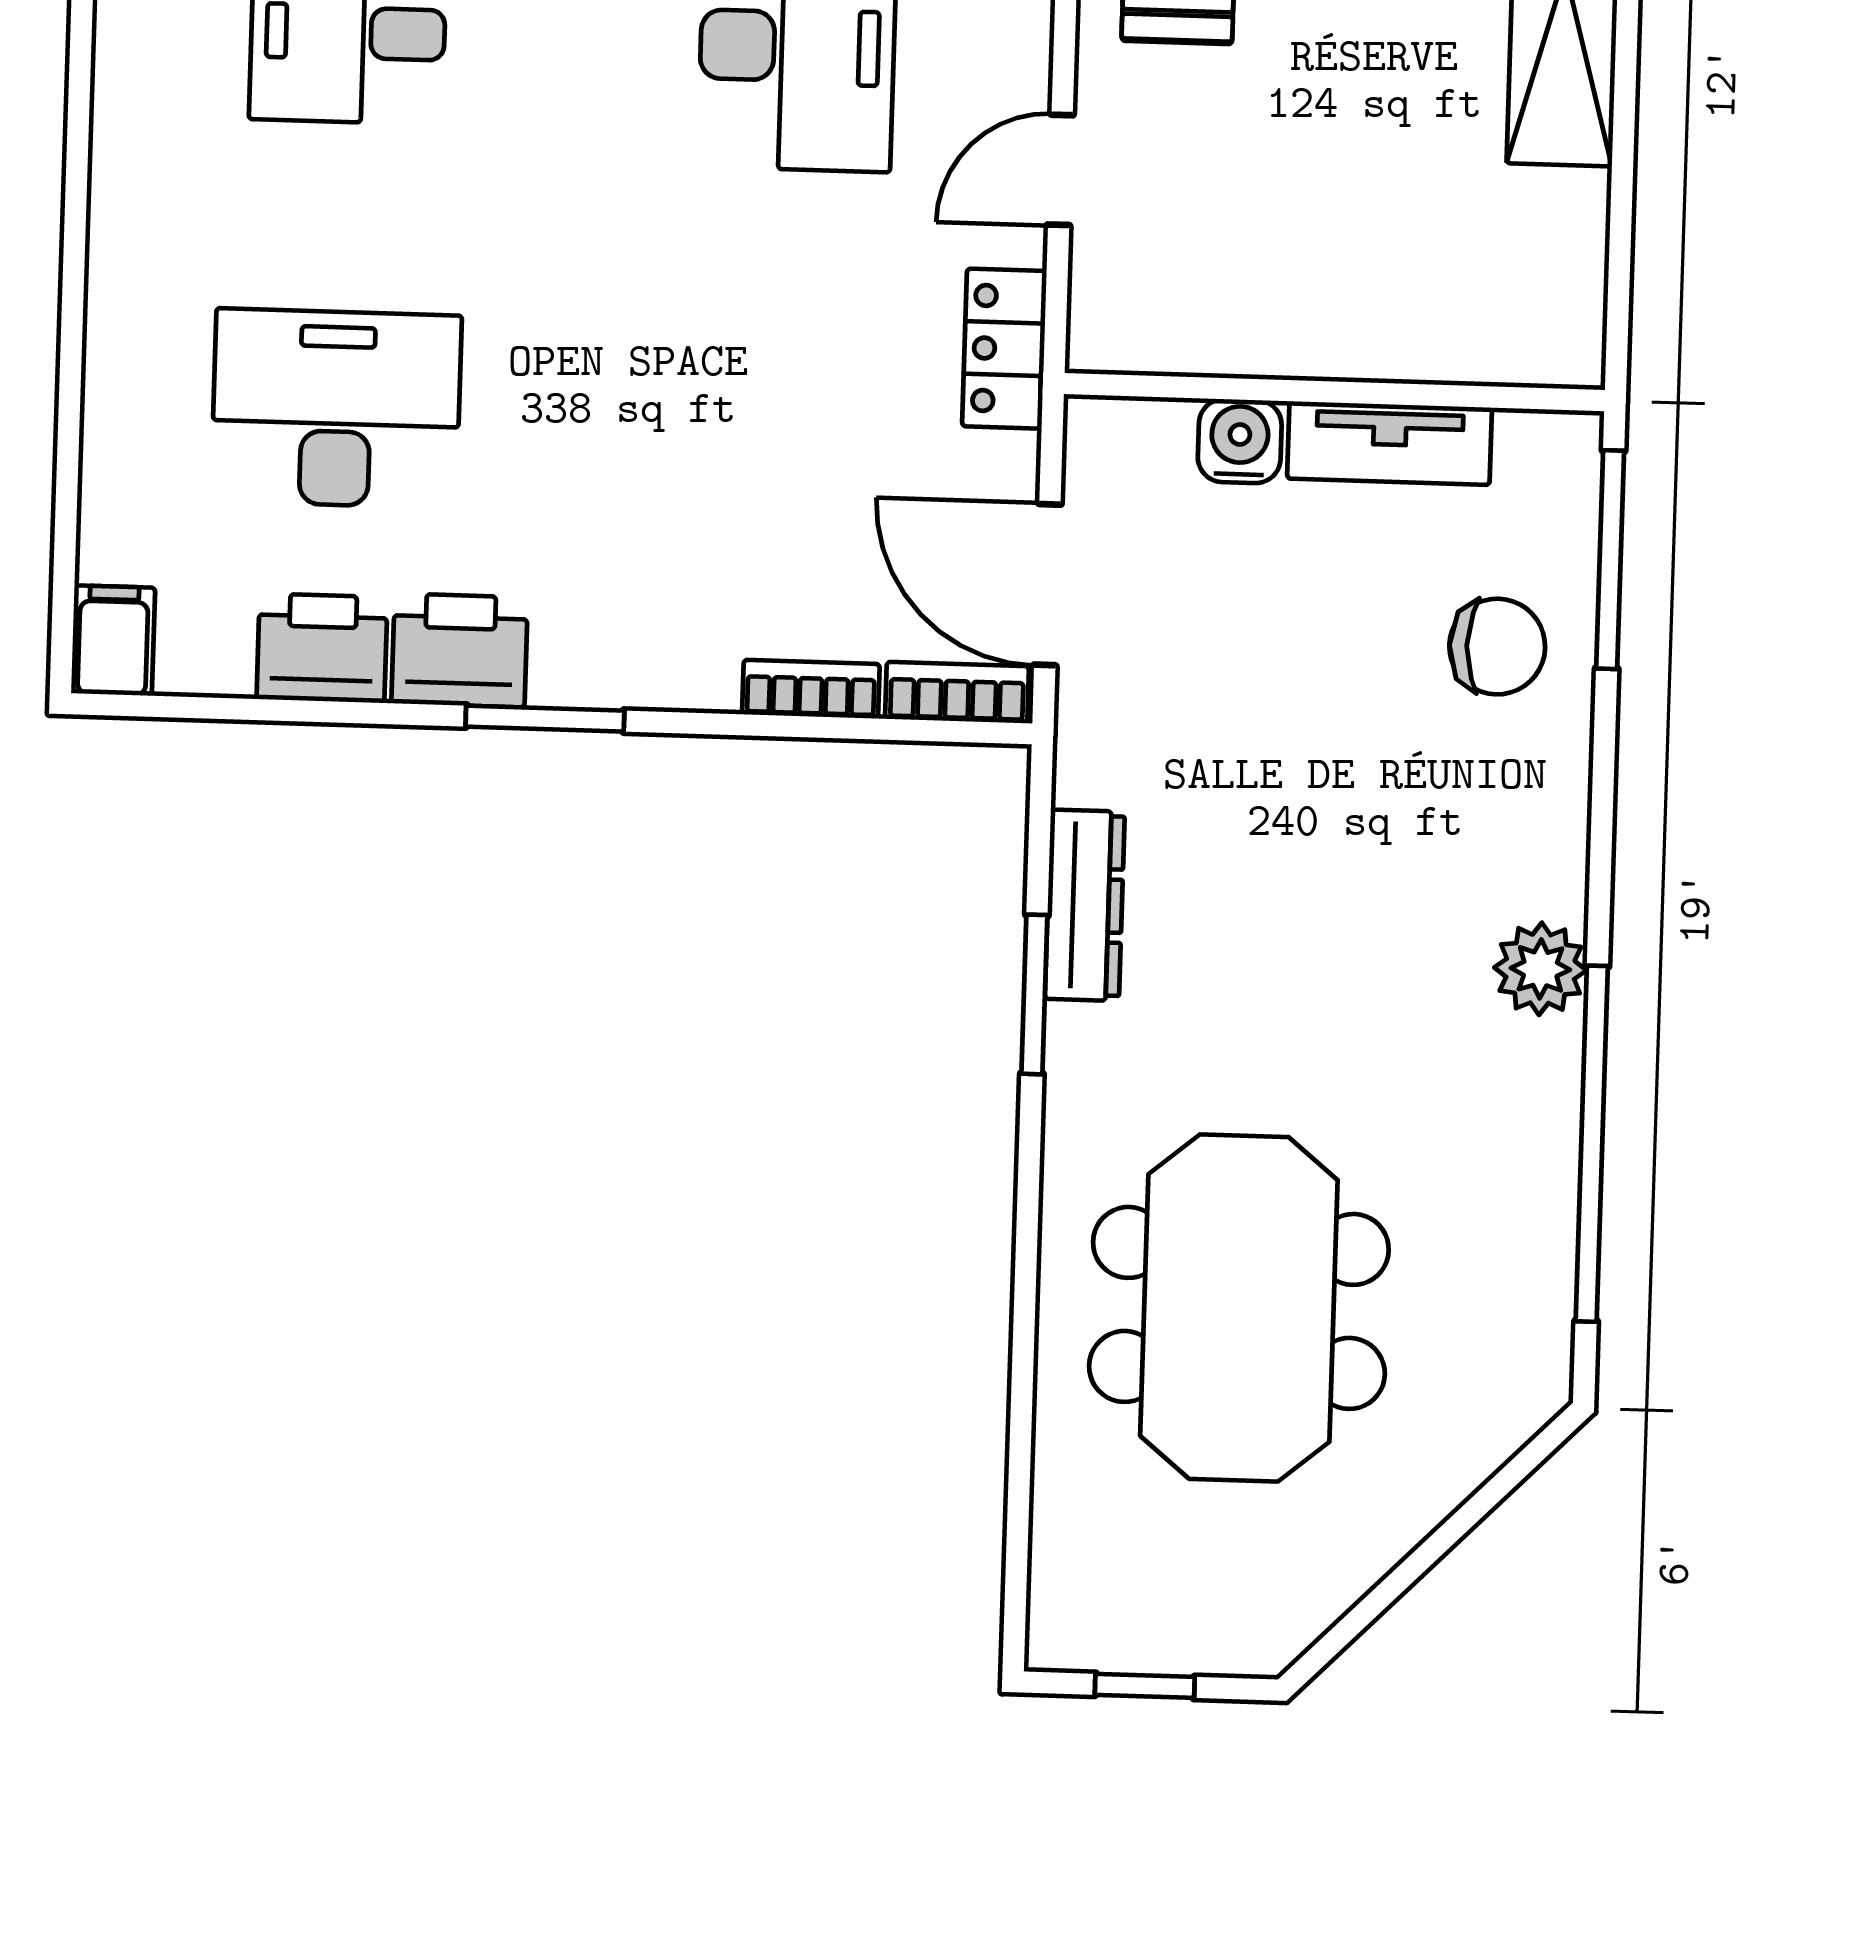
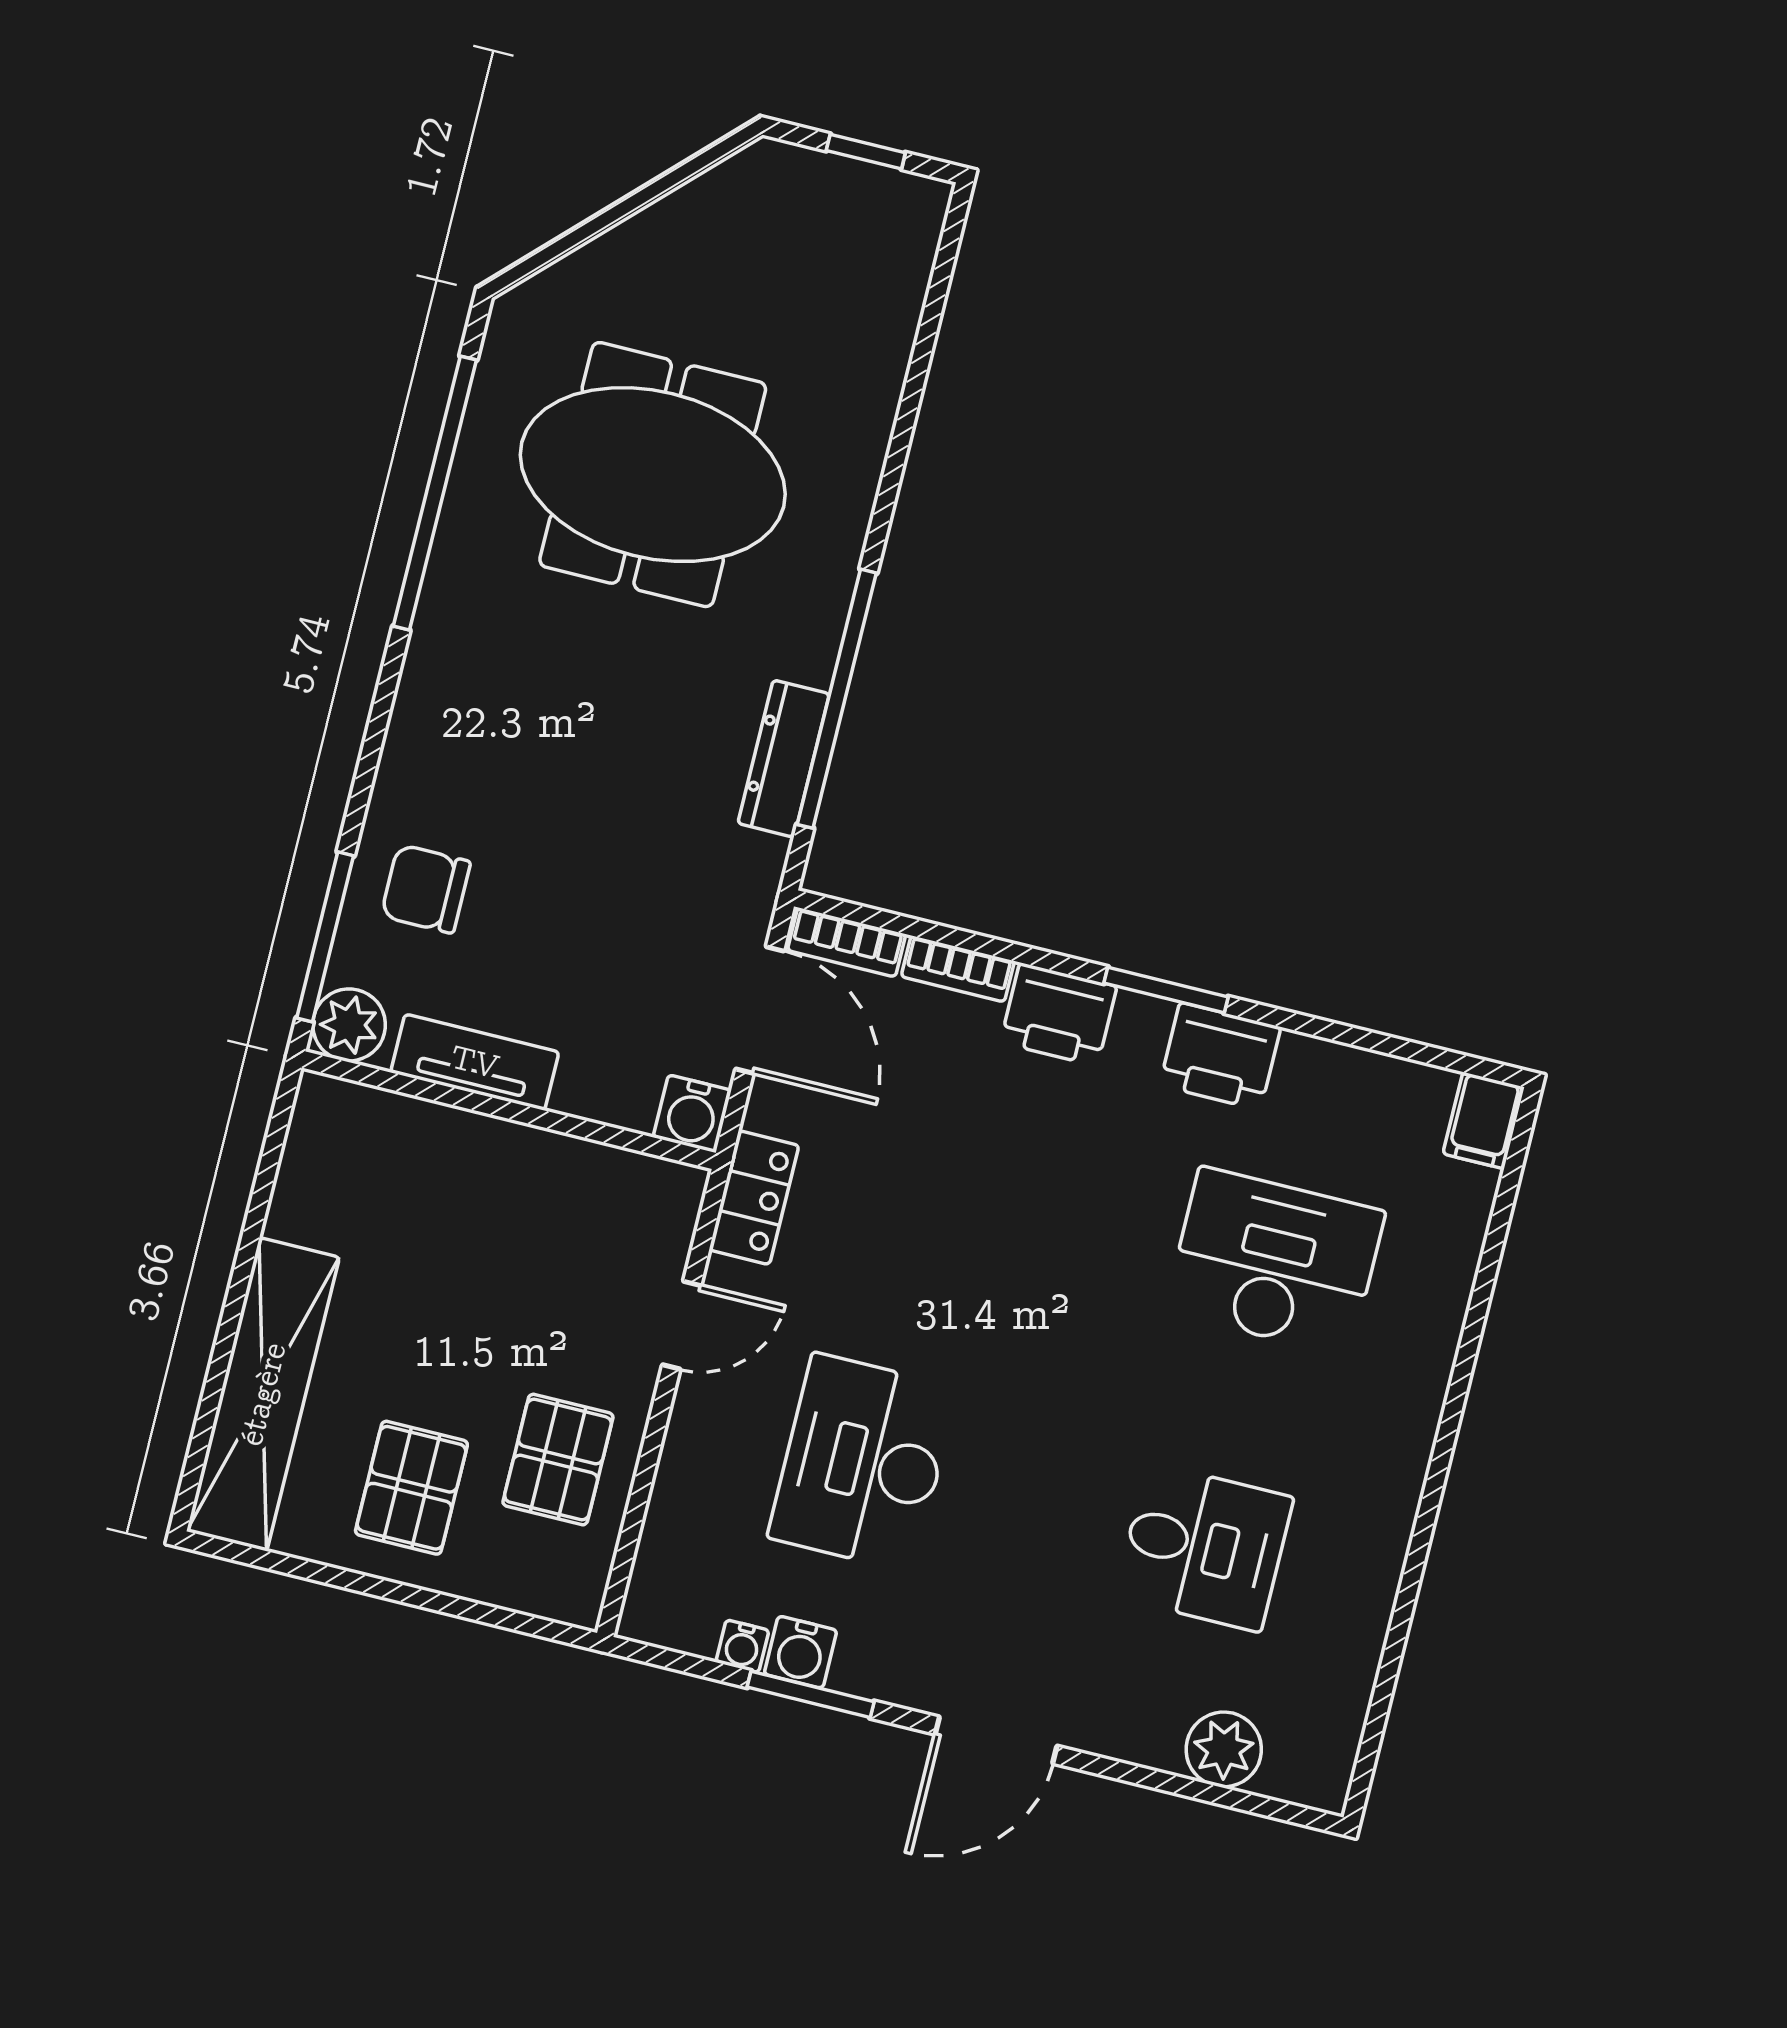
desk: (336, 408) -> (1275, 1262), turned 180
water cooler: (1240, 441) -> (692, 1114), moved
printer: (322, 648) -> (1059, 1014), moved
plant: (1540, 969) -> (349, 1025), moved
window: (1034, 994) -> (837, 699), width x2.11
meeting table: (1239, 1308) -> (653, 475), moved, turned 90

